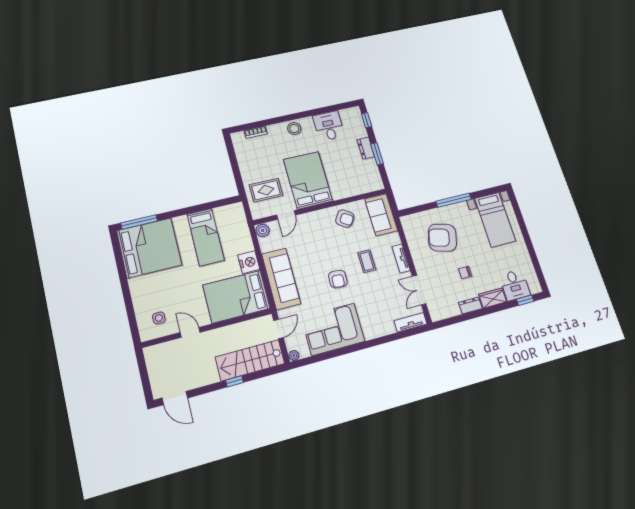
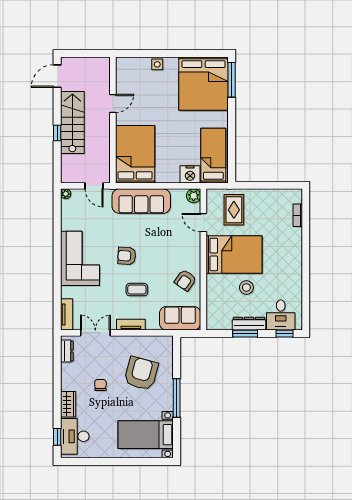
desk: (329, 126) -> (281, 315), moved, turned 90
stool: (294, 129) -> (246, 287), moved
dresser: (366, 148) -> (249, 324), width x1.44
bed: (206, 237) -> (213, 156), moved, turned 90
nightstand: (249, 262) -> (190, 174), moved
desk: (515, 285) -> (75, 436), width x1.37
dresser: (470, 306) -> (67, 351), moved
side table: (159, 318) -> (157, 64), moved
corner sofa: (333, 329) -> (80, 258), moved
stairs: (250, 360) -> (72, 122), moved

